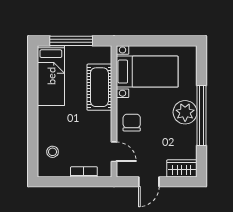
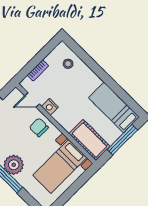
cot: (99, 87) -> (89, 140), moved
chair: (132, 123) -> (39, 127), turned 180
nightstand: (105, 131) -> (50, 107), added

